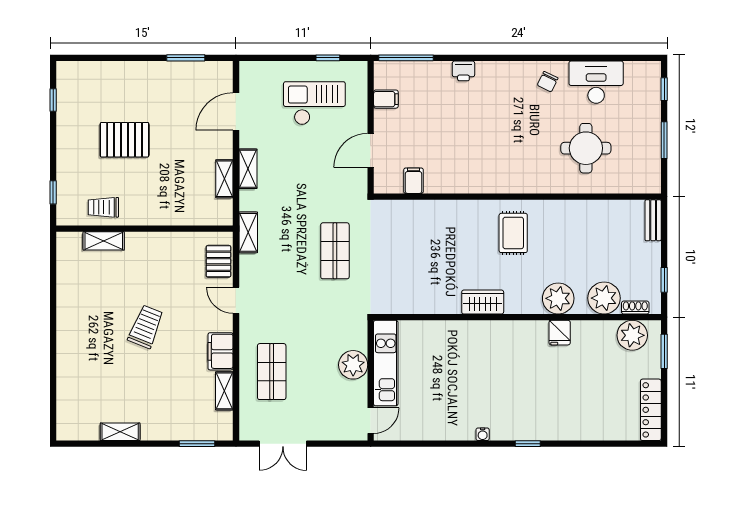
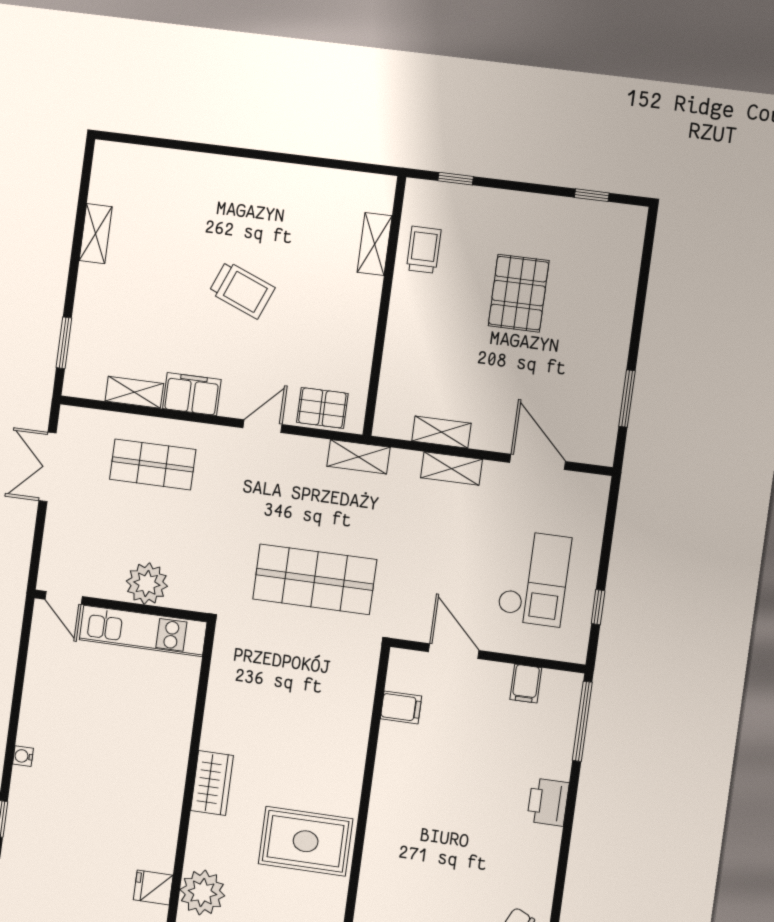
printer: (463, 71) -> (548, 802), width x1.36, depth x1.24
rug: (513, 233) -> (306, 841), width x1.36, depth x1.43
shop shelf: (335, 251) -> (315, 579), width x1.43, depth x1.36

